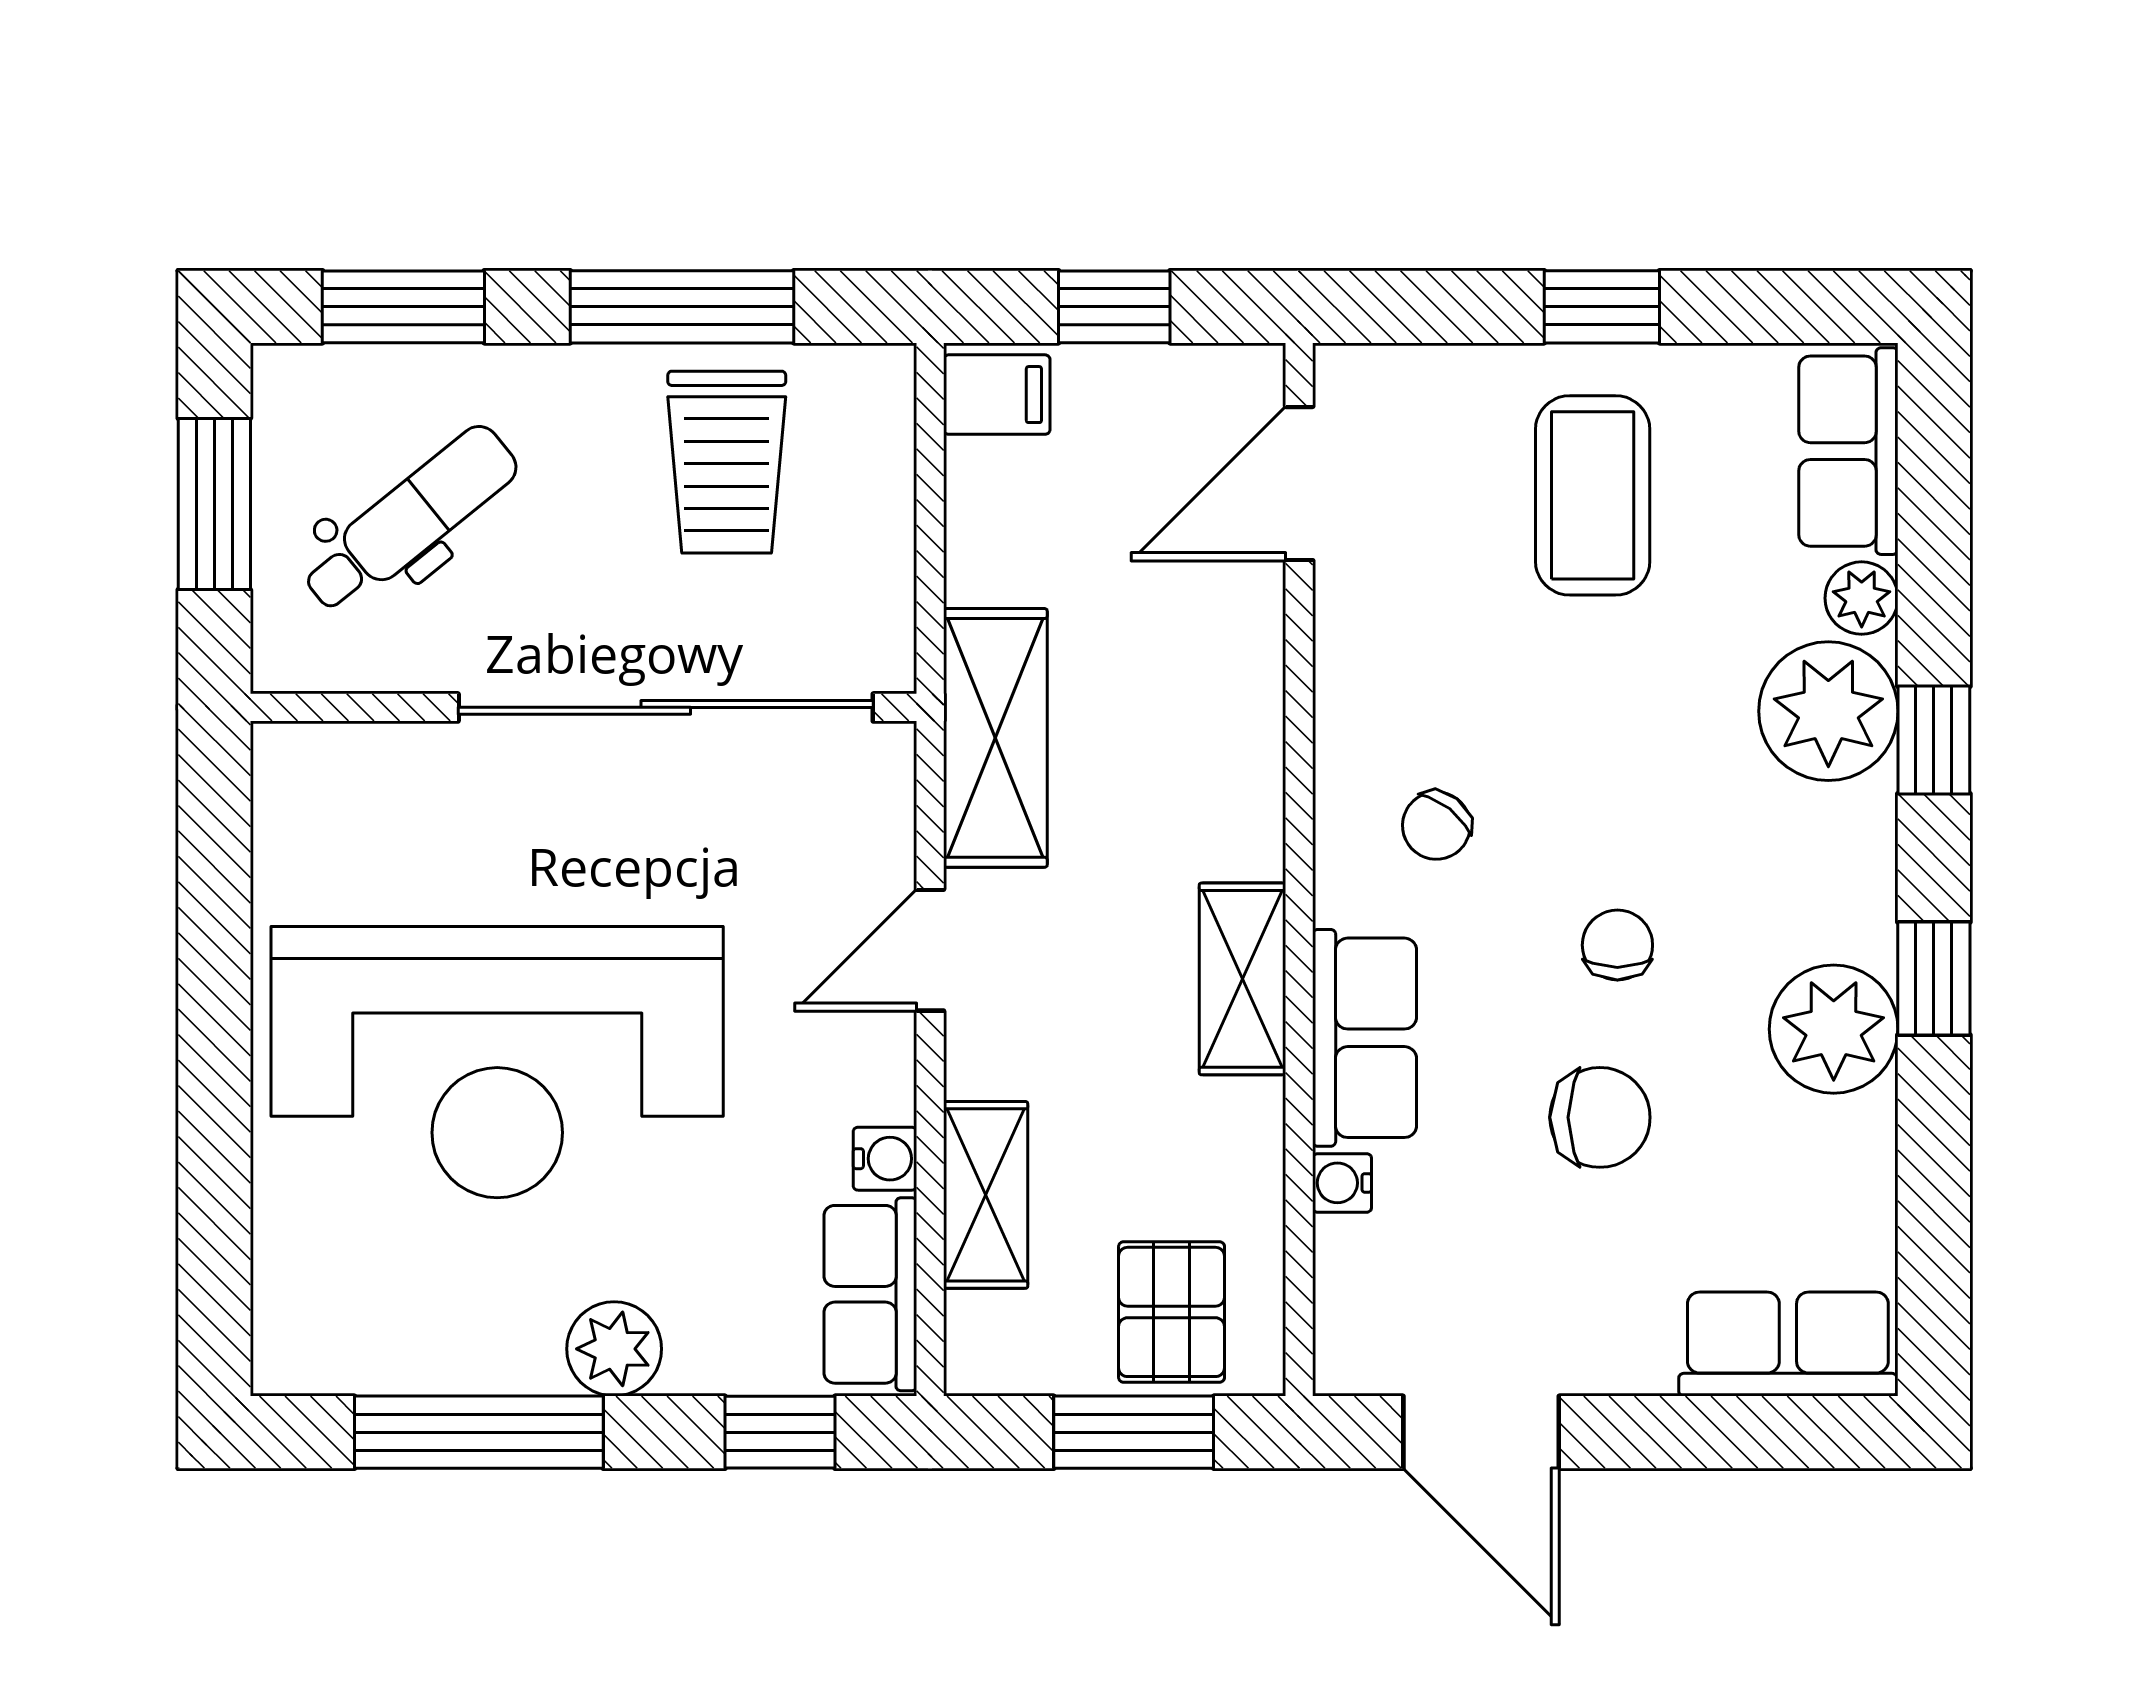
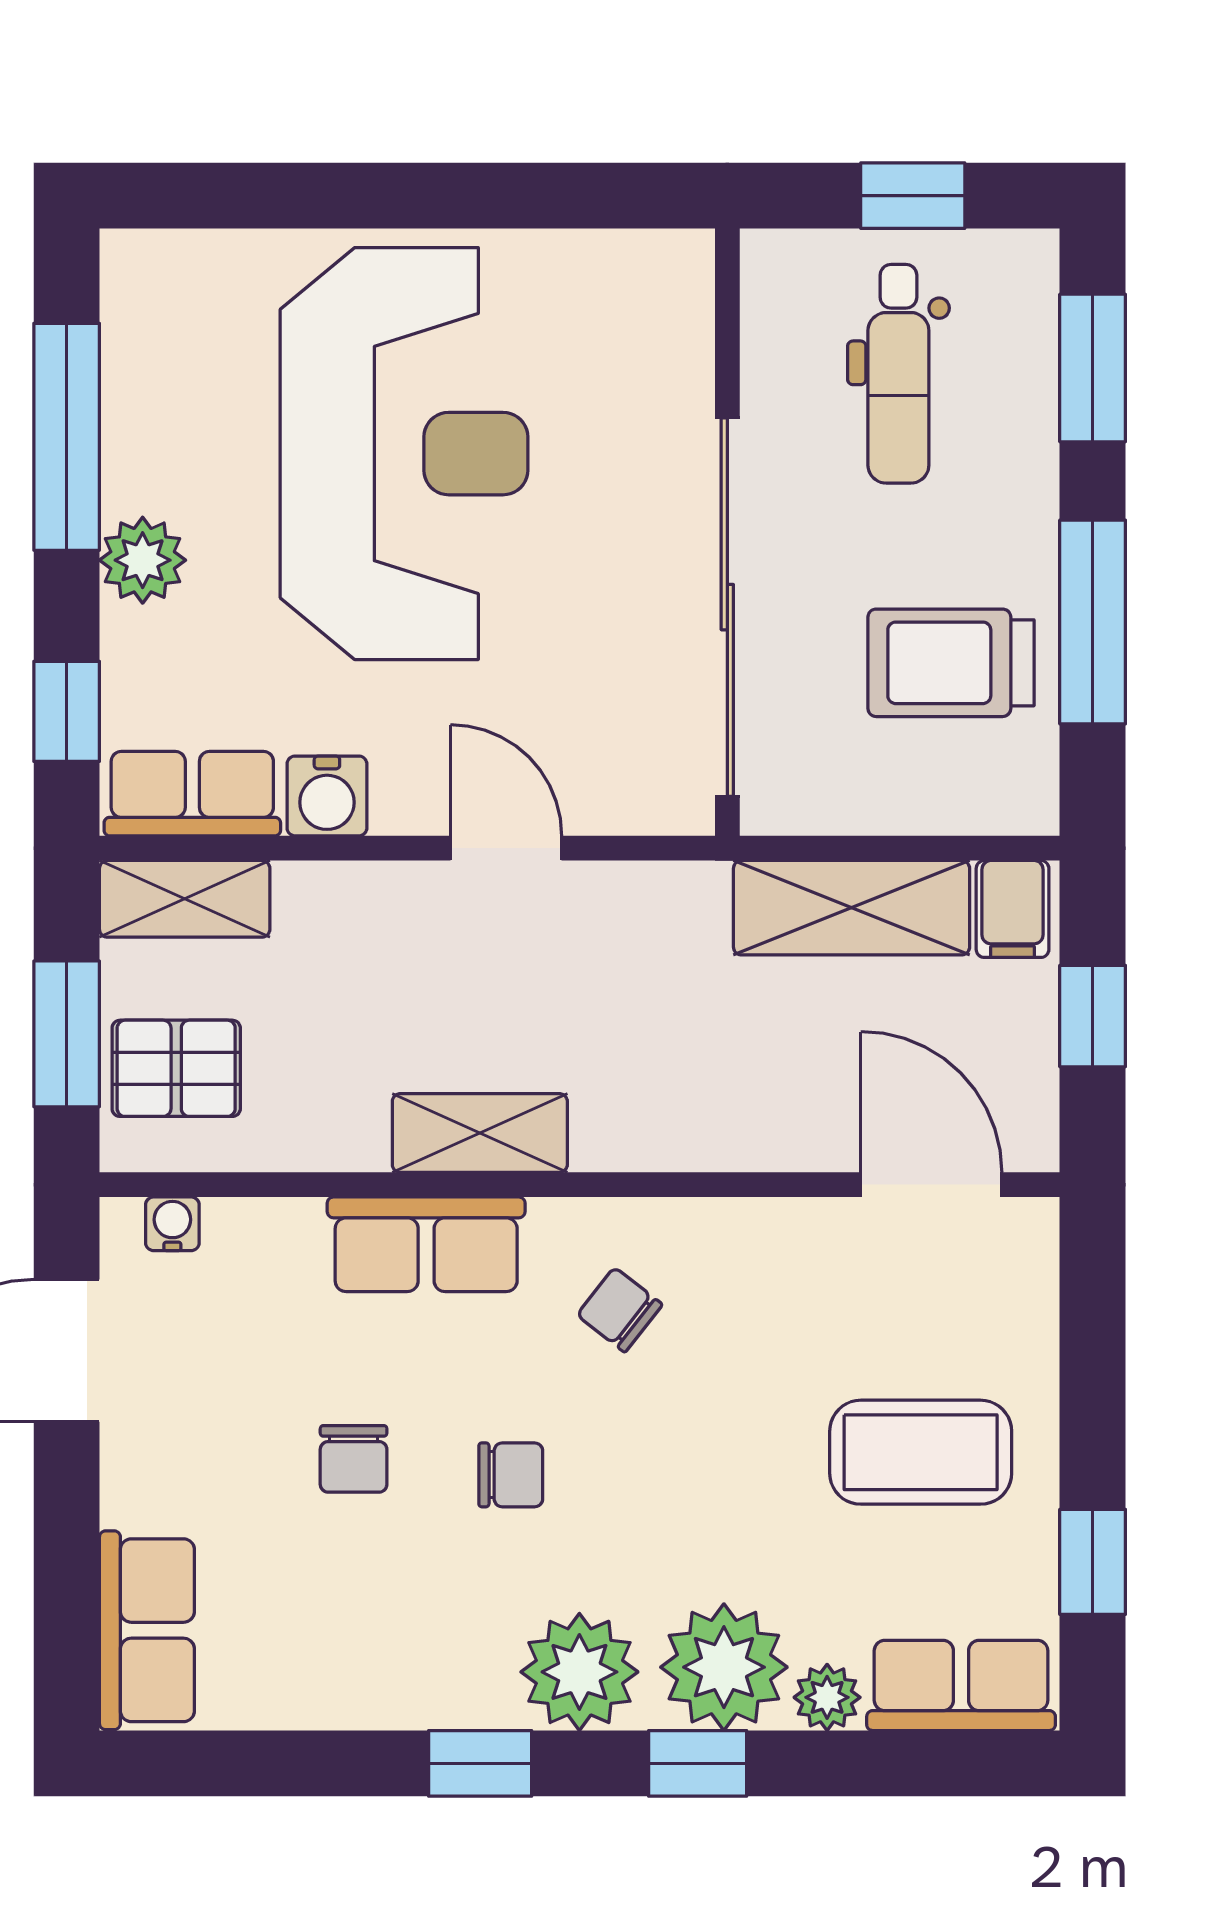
window: (1602, 307) -> (1093, 1562), moved
window: (214, 504) -> (913, 196), width x0.67
dental chair: (410, 520) -> (898, 374), turned 39
shelving: (995, 738) -> (852, 908), moved
plant: (1834, 1029) -> (579, 1672), moved
reception desk: (497, 1062) -> (404, 454), turned 180
chair: (1600, 1117) -> (354, 1459), width x0.73, depth x0.73
water cooler: (885, 1159) -> (327, 796), width x1.38, depth x1.38
water cooler: (1342, 1183) -> (172, 1224), moved
shelving: (986, 1195) -> (185, 899), moved

